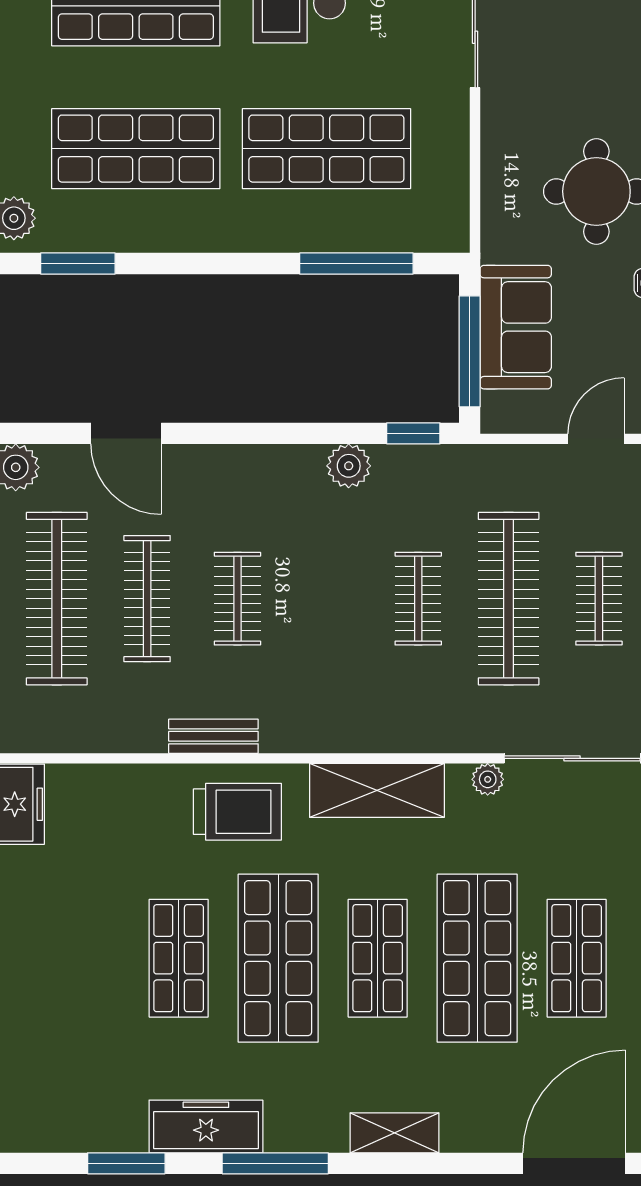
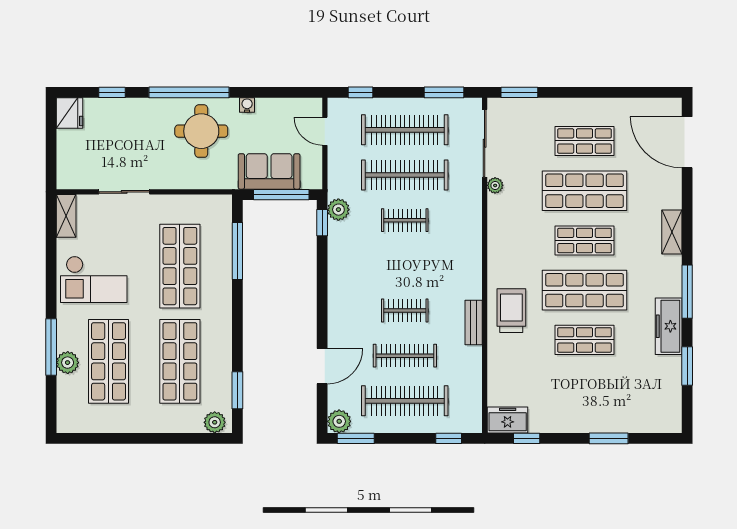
plant: (349, 466) -> (338, 210), moved
clothes rail: (599, 599) -> (405, 130), width x1.86, depth x1.31
shelving: (377, 790) -> (501, 241), removed

